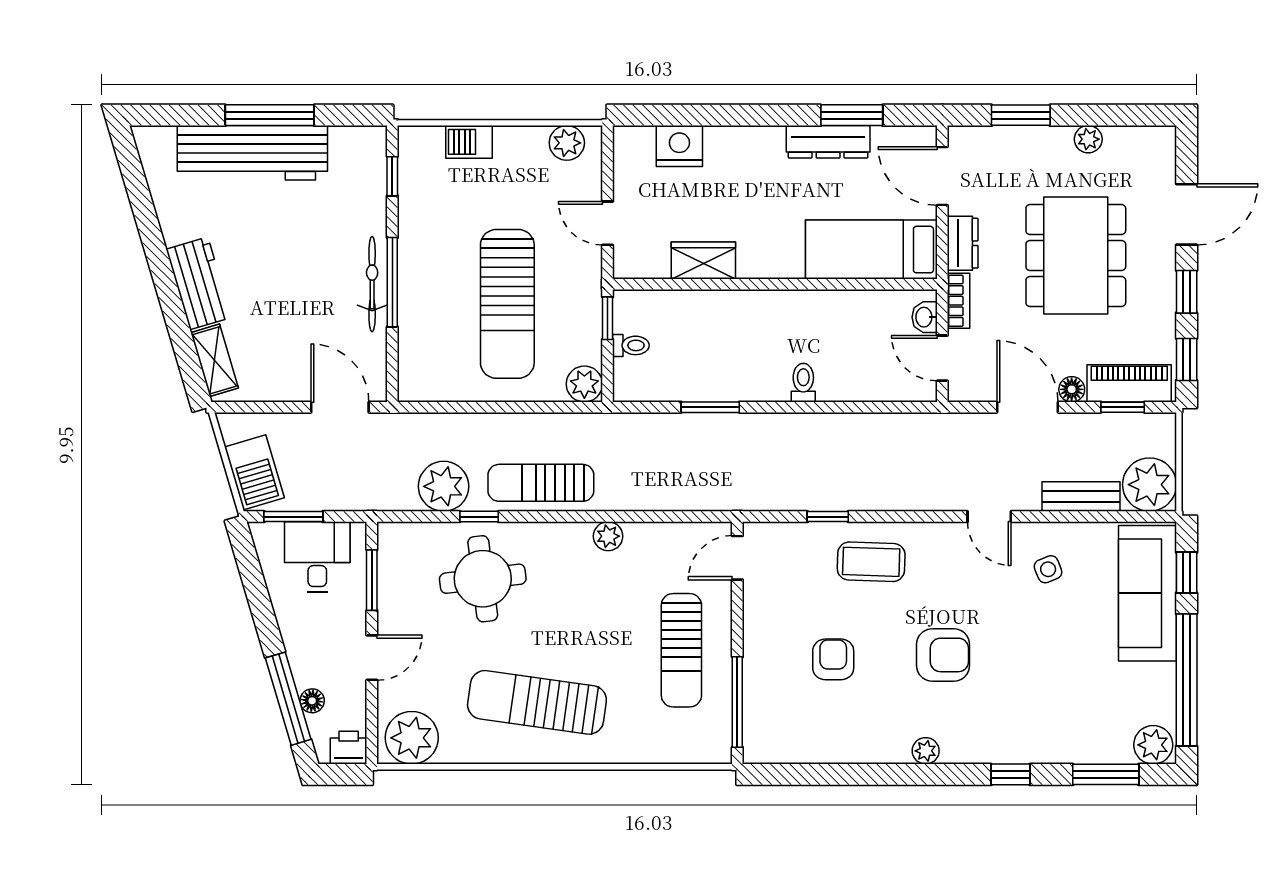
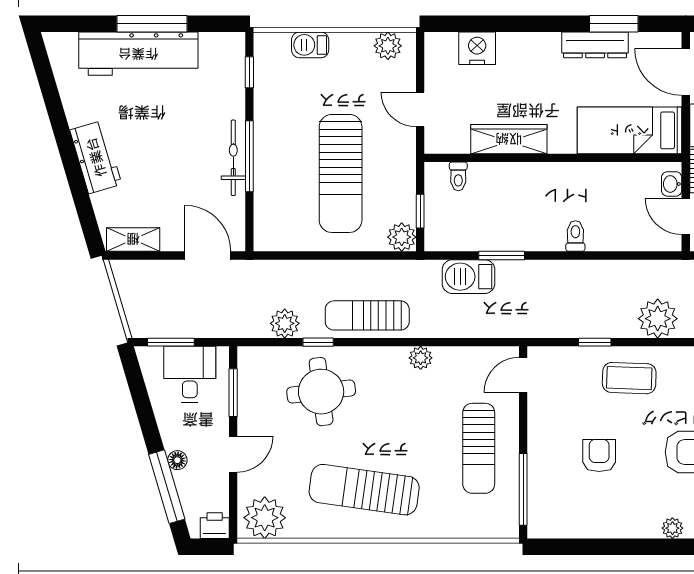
wardrobe: (703, 261) -> (509, 139), width x1.50
window: (608, 318) -> (420, 211), moved
toilet: (631, 345) -> (458, 176), moved, turned 90
shelving: (215, 360) -> (133, 239), moved, turned -74
barbecue: (254, 472) -> (469, 277), moved, turned 106
plant: (444, 486) -> (285, 323), width x0.73, depth x0.73
plant: (907, 487) -> (658, 319), added
floor lamp: (312, 701) -> (177, 460), moved

